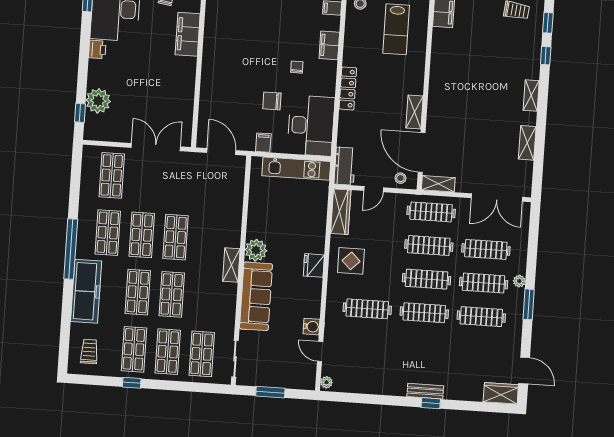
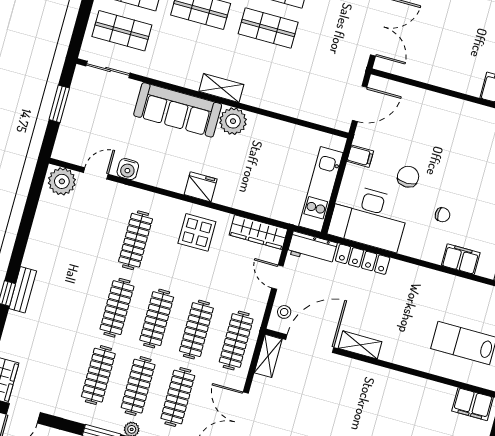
locker: (348, 88) -> (363, 259), moved
plant: (326, 382) -> (62, 181), width x1.87, depth x1.87

